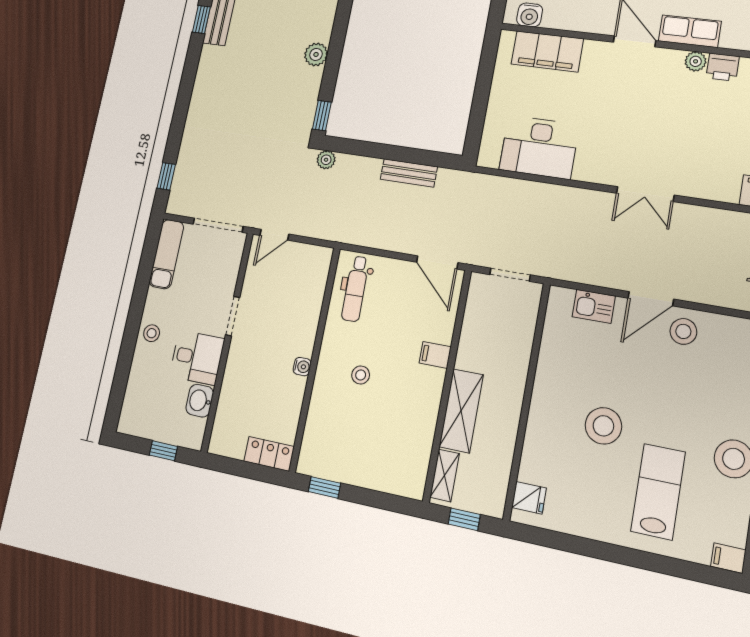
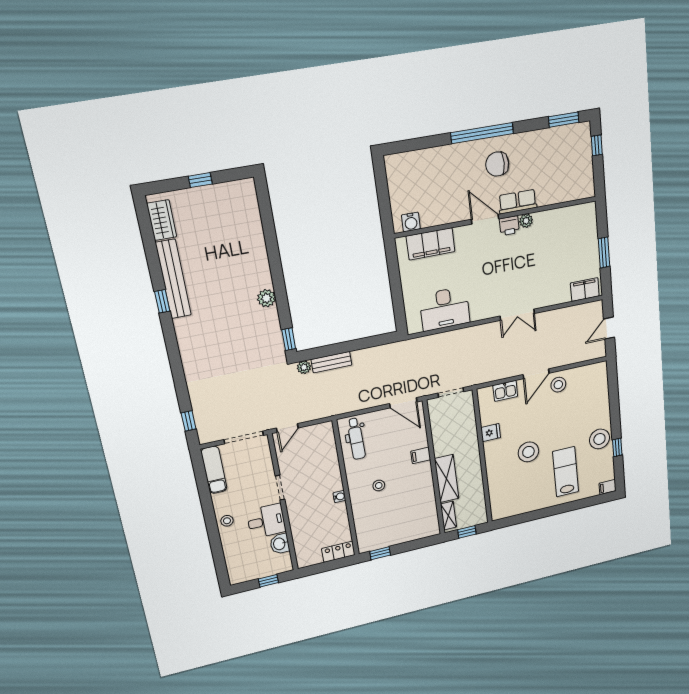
printer: (723, 67) -> (509, 226), moved
bench: (409, 173) -> (332, 362), moved
fridge: (529, 498) -> (491, 433), moved

